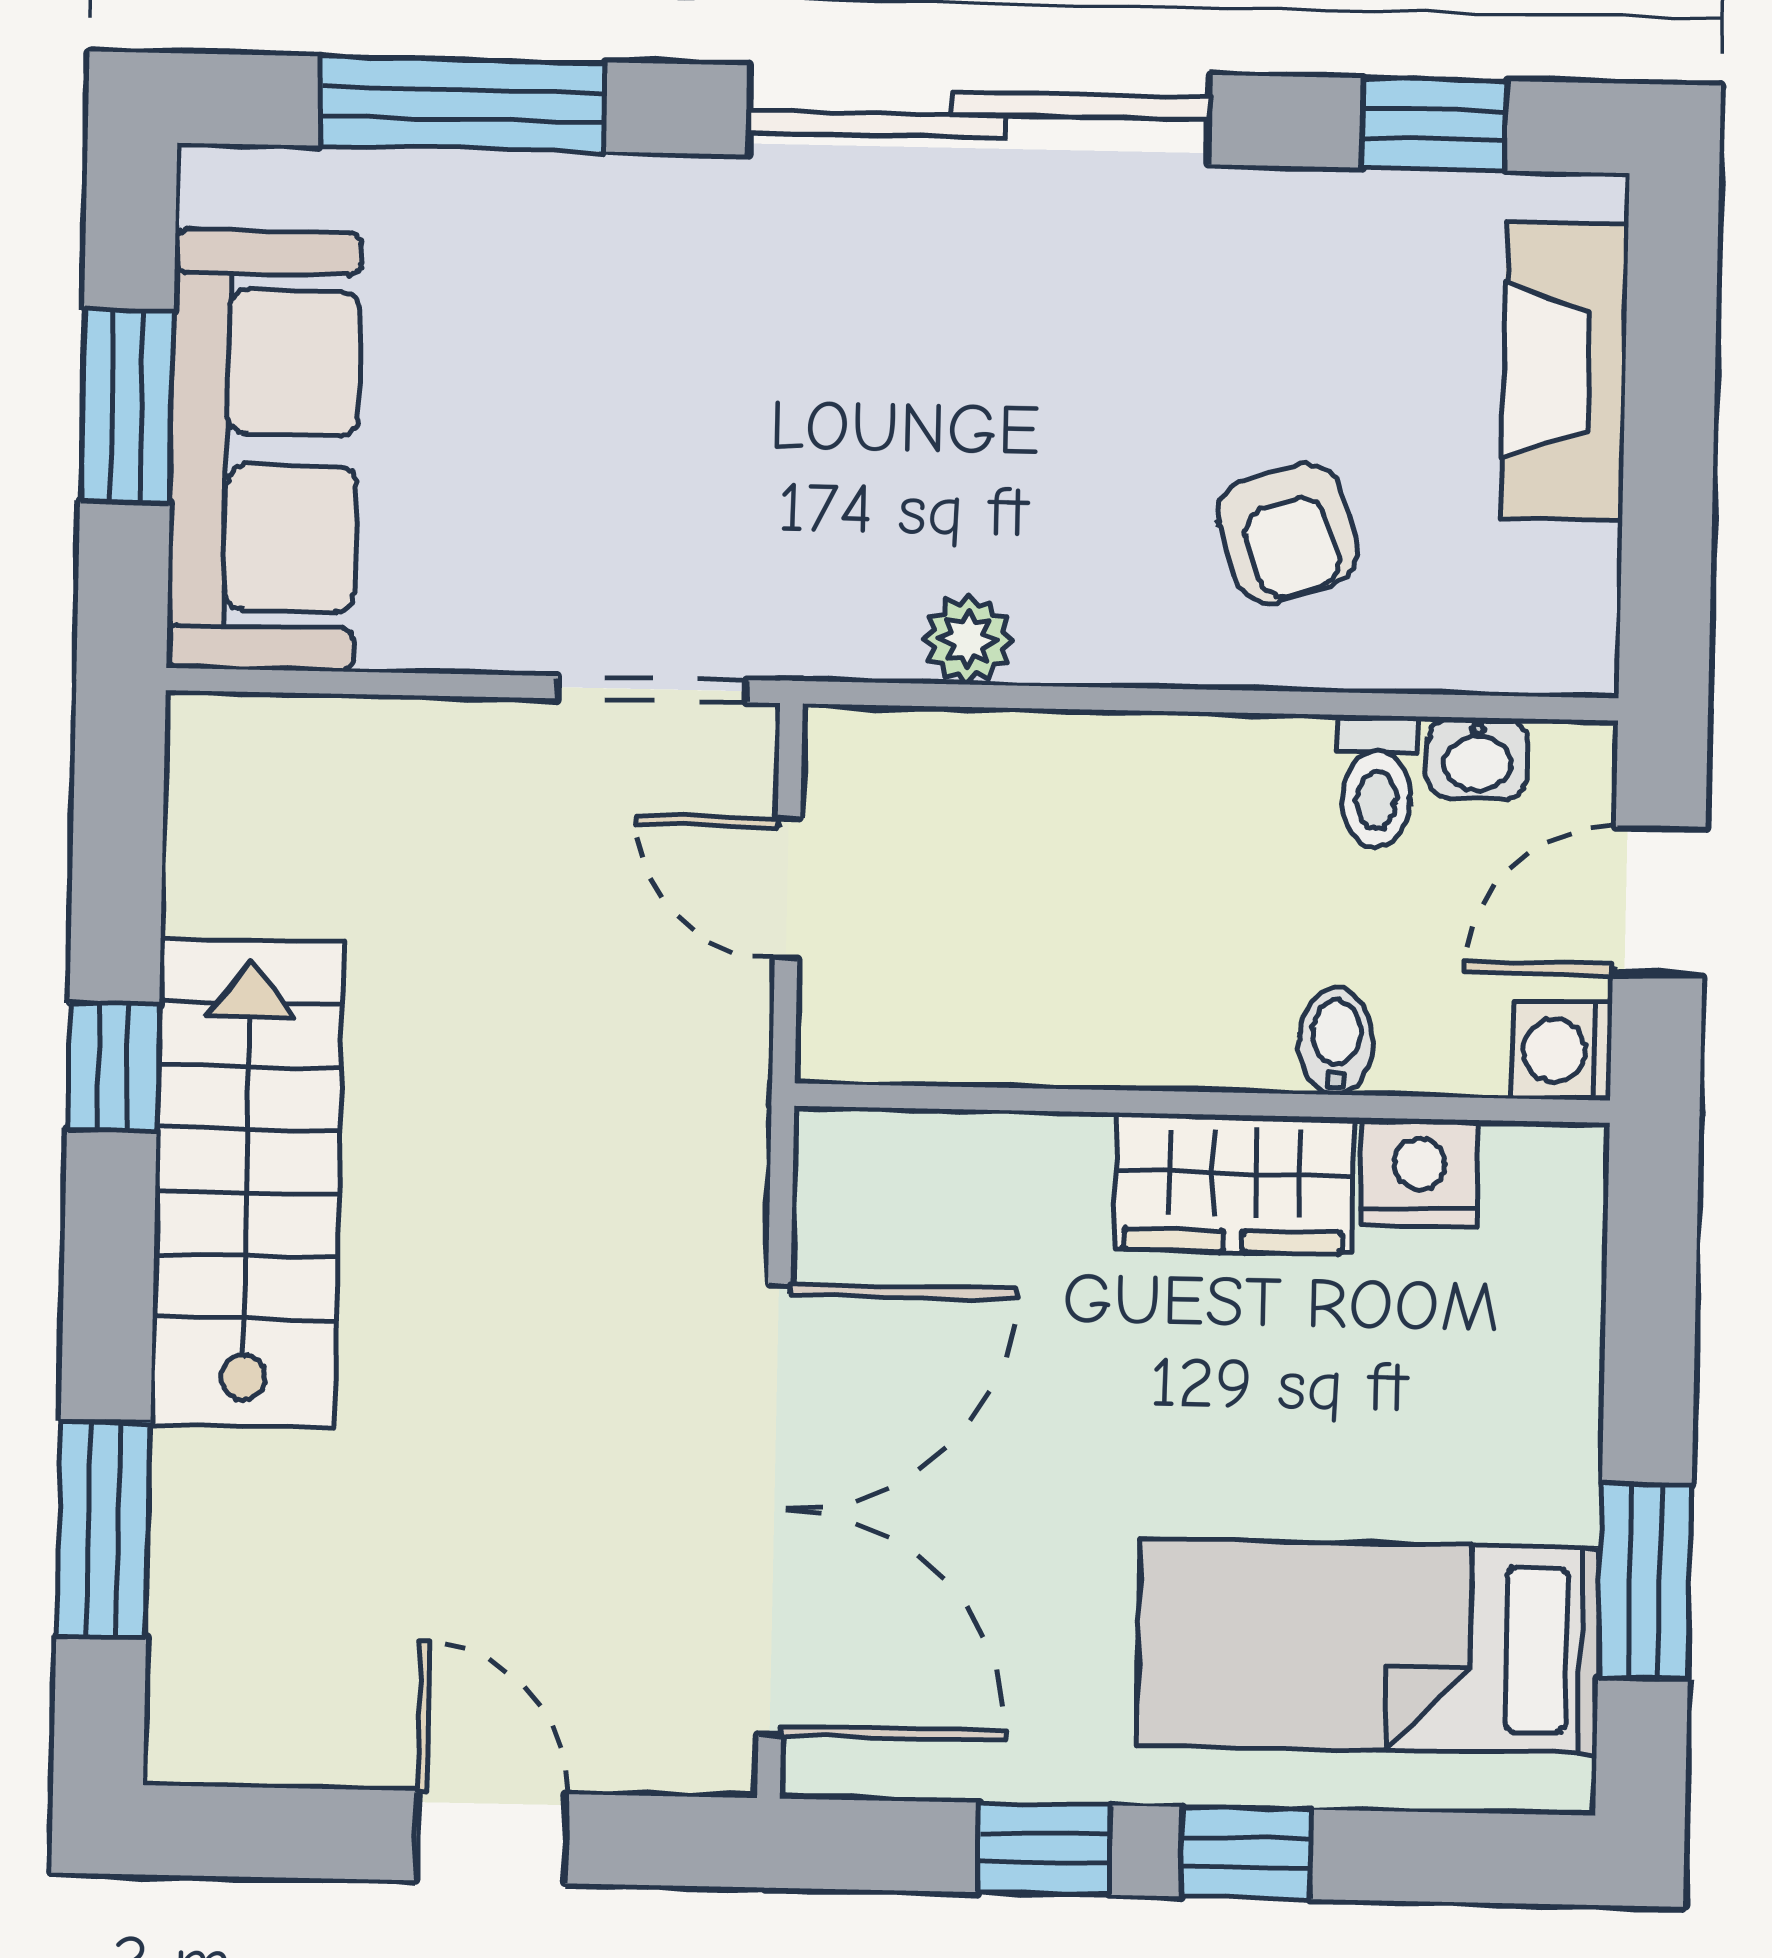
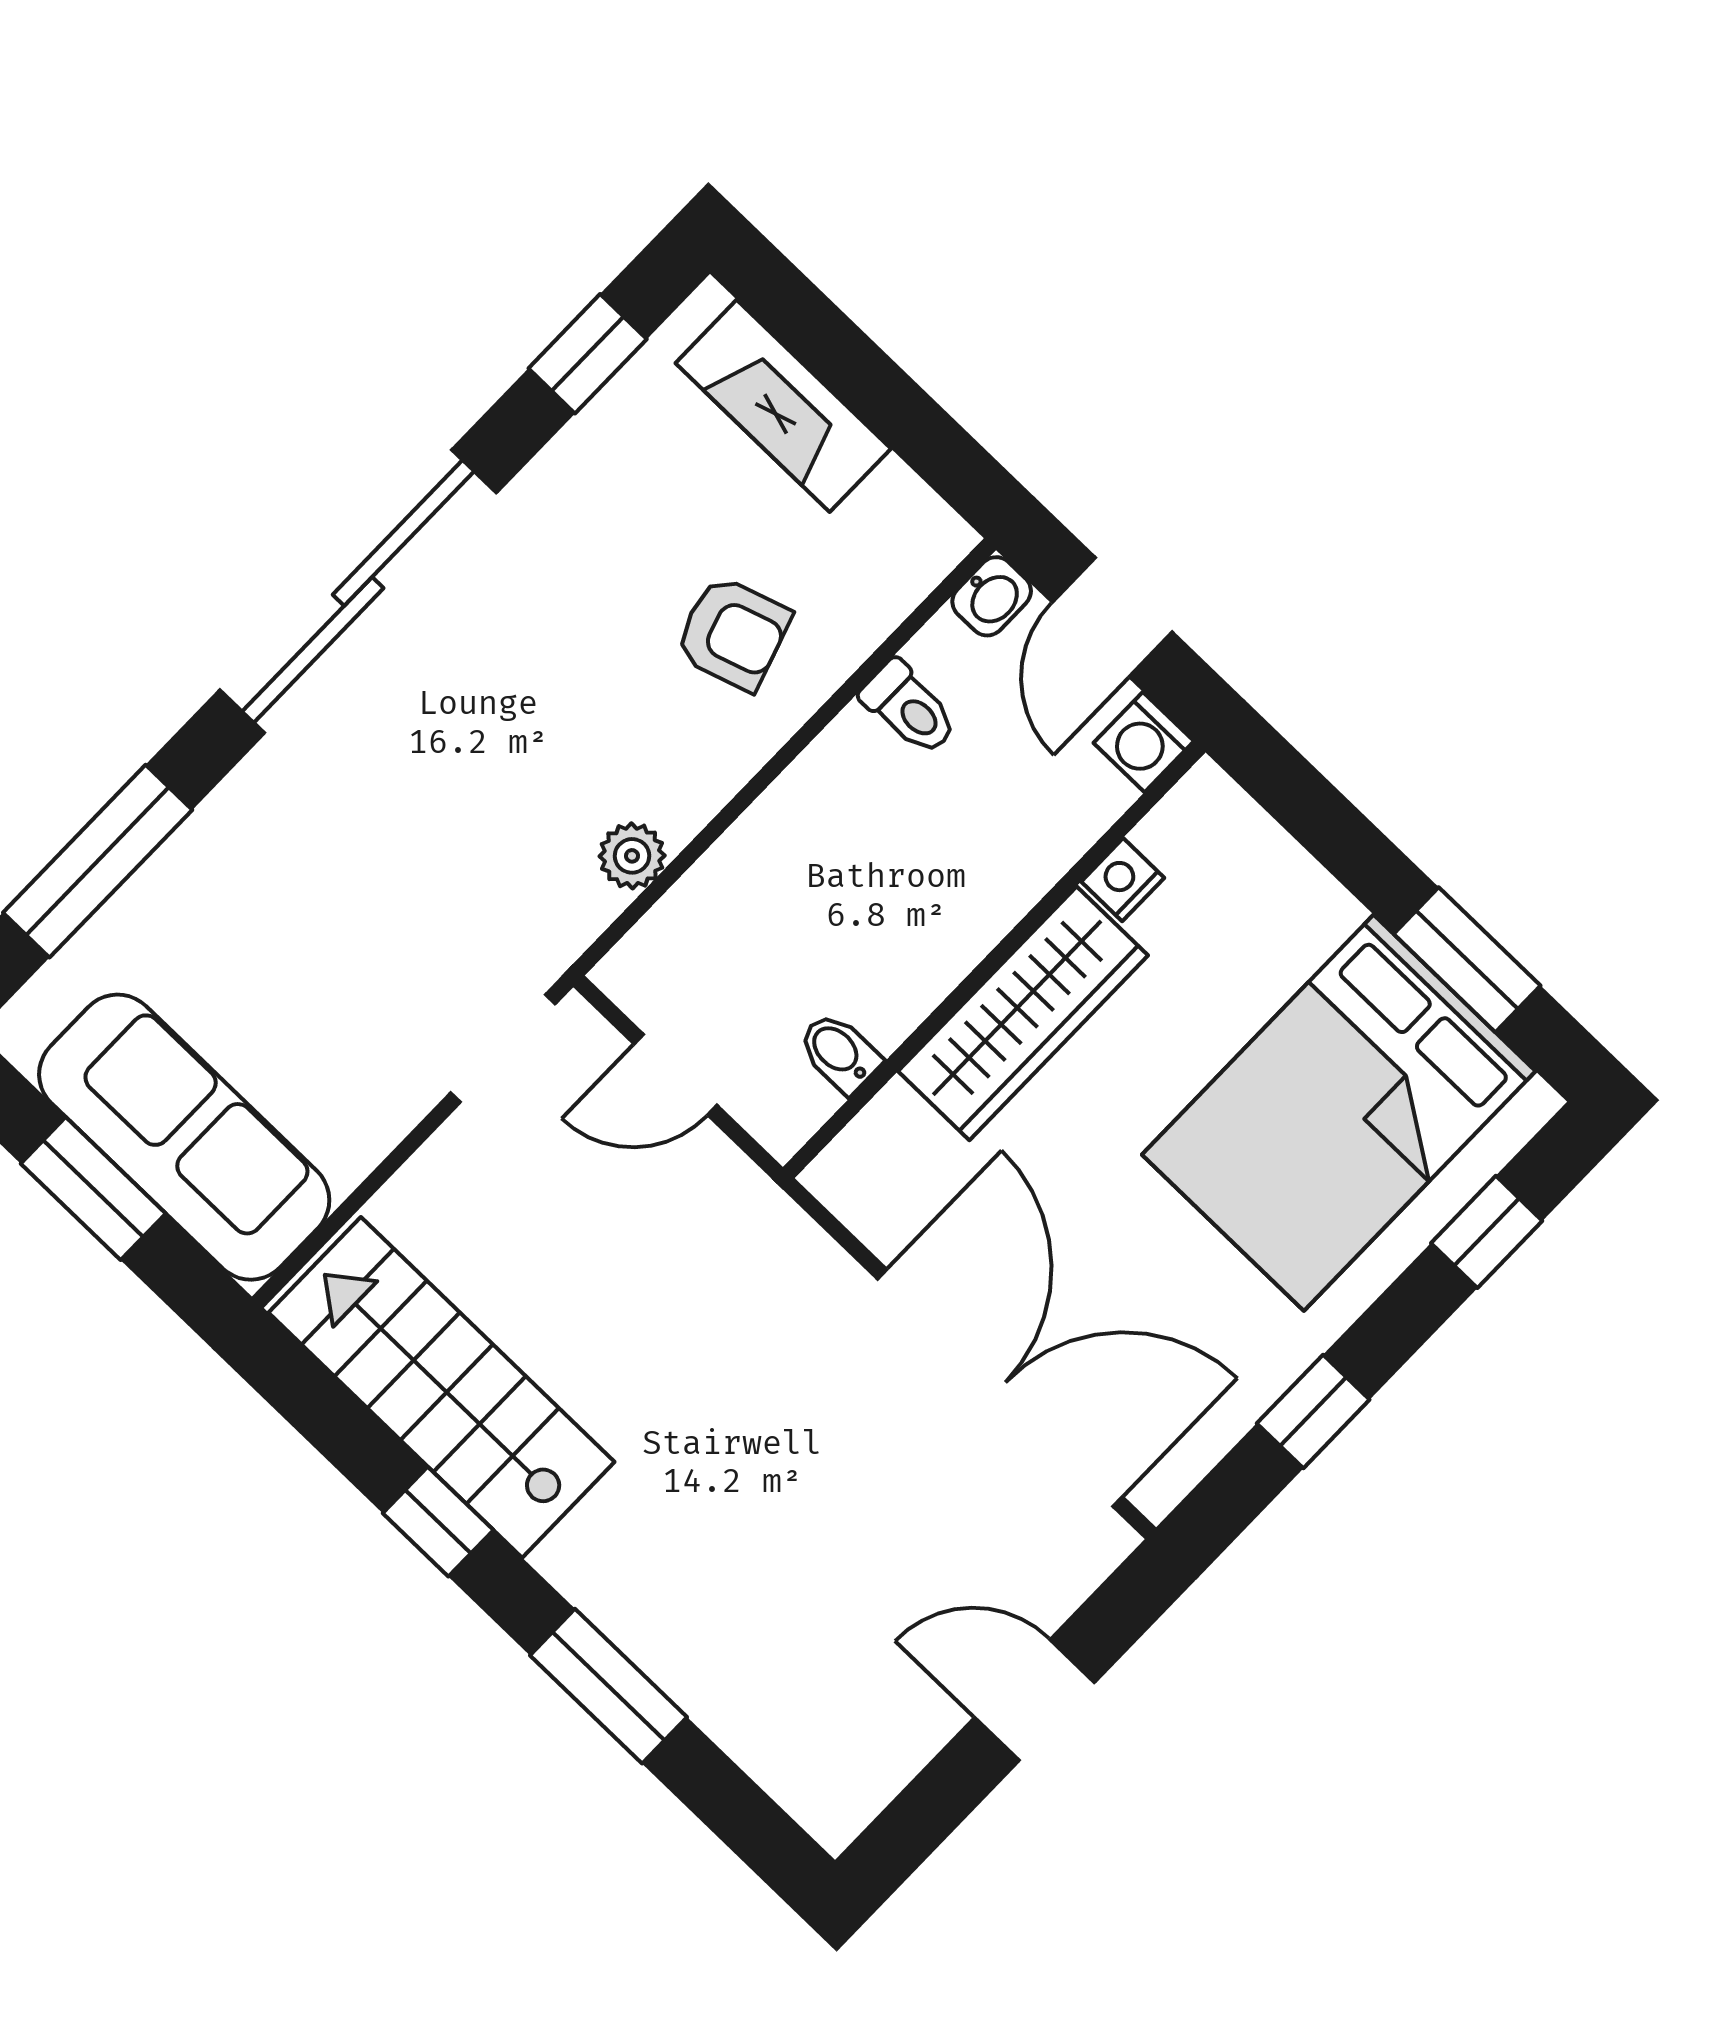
washbasin: (1477, 758) -> (992, 596), moved
bidet: (1336, 1041) -> (839, 1053), moved
nightstand: (1419, 1172) -> (1123, 880), width x0.72, depth x0.74
stairs: (247, 1183) -> (442, 1387), moved
wardrobe: (1234, 1184) -> (1023, 1013), width x1.50
window: (103, 1529) -> (608, 1686), moved
bed: (1369, 1647) -> (1339, 1113), width x1.50
window: (1246, 1853) -> (1487, 1232), moved

